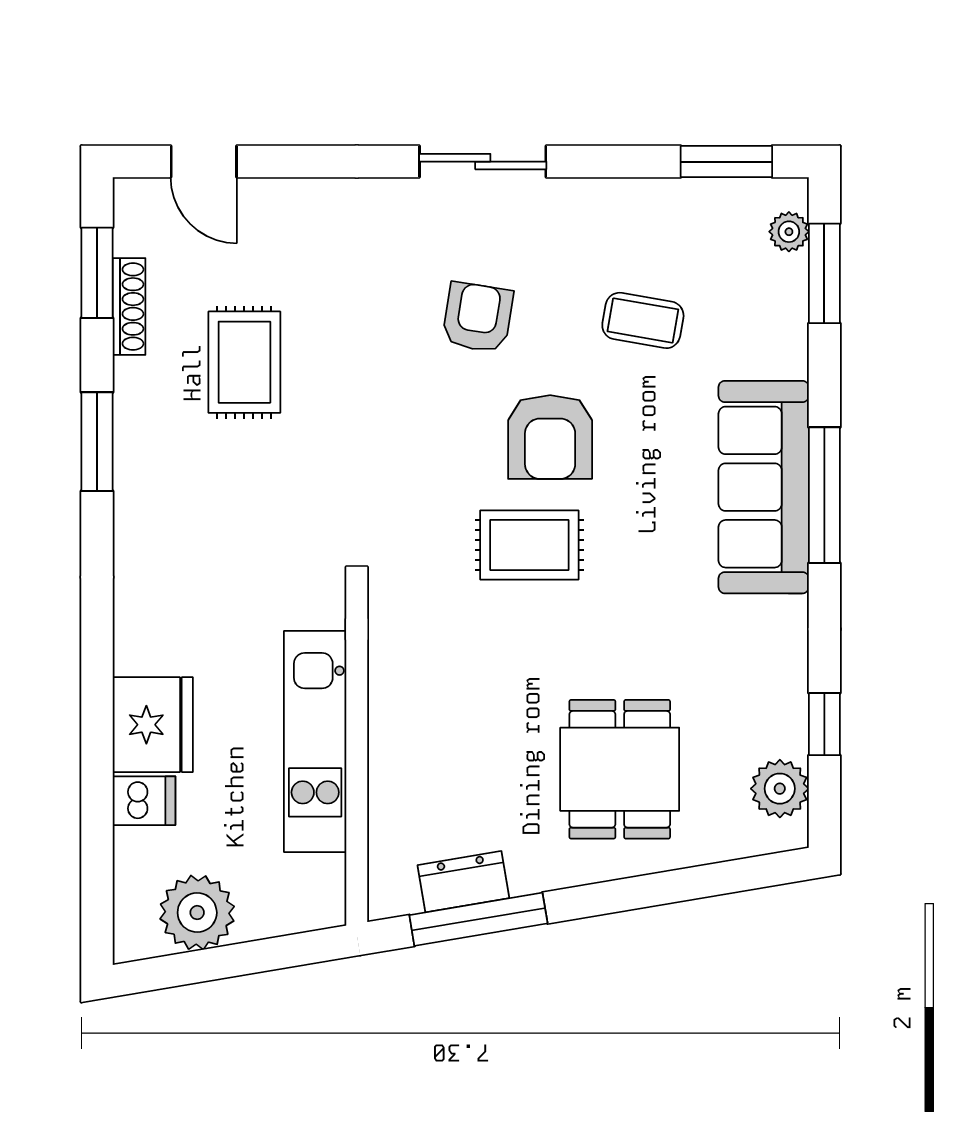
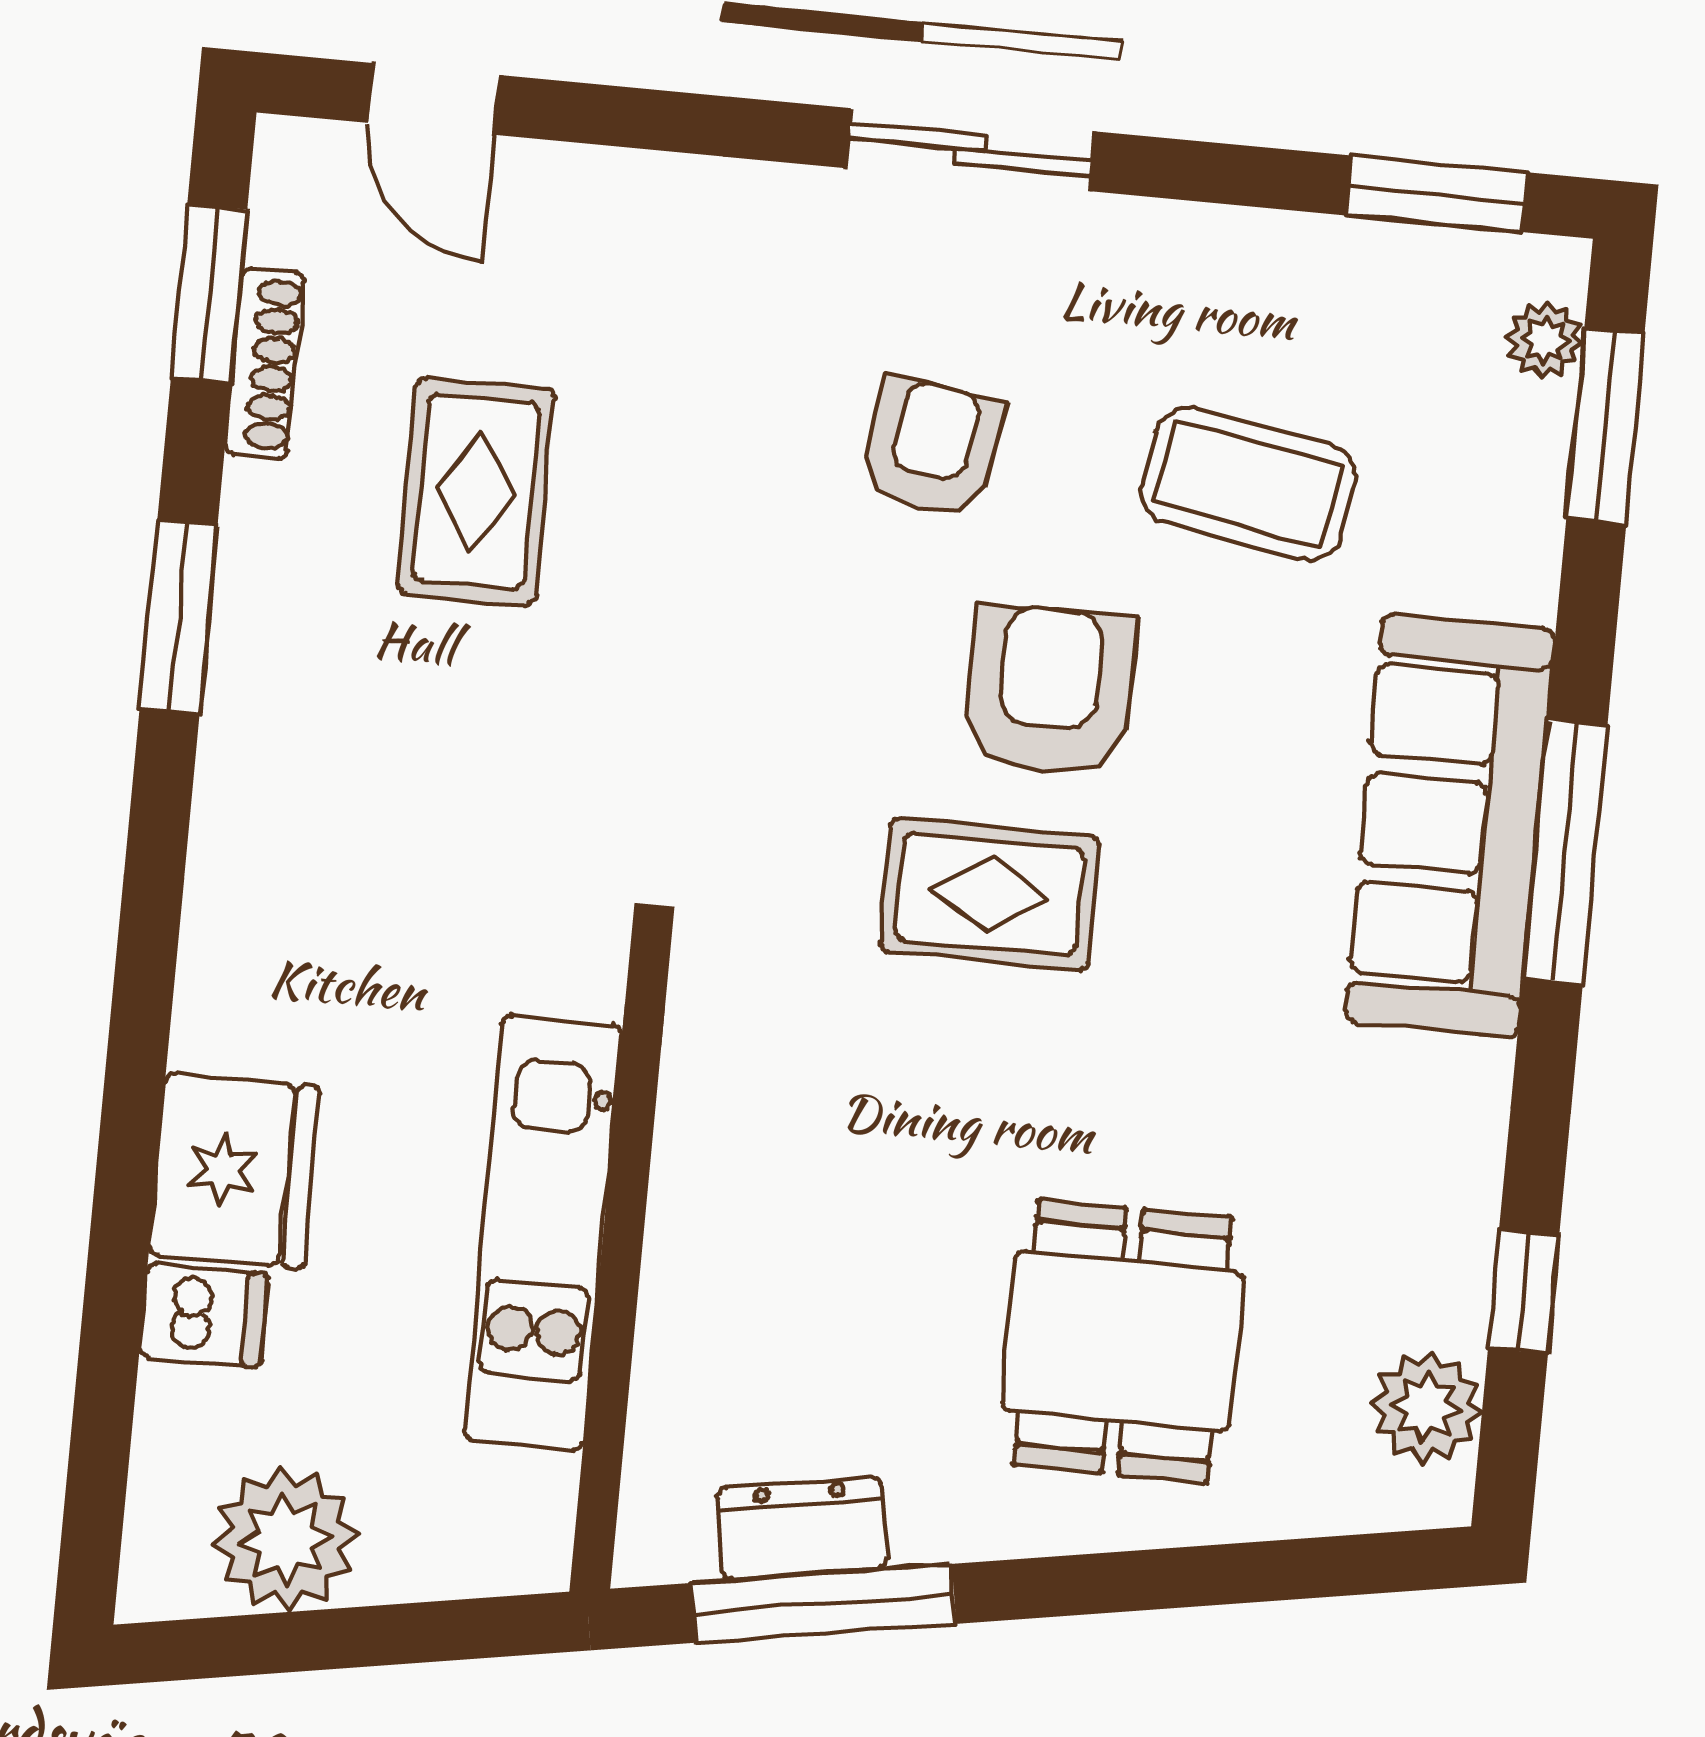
coffee table: (643, 320) -> (1248, 484), width x1.36, depth x1.30
armchair: (550, 437) -> (1049, 691), turned 180

